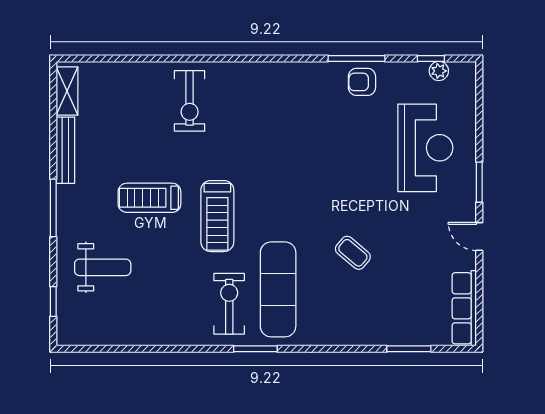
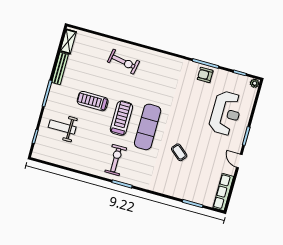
plant: (439, 71) -> (255, 83), moved
exercise bike: (190, 101) -> (123, 62), turned -80
treadmill: (217, 216) -> (121, 118), turned 180
weight bench: (103, 267) -> (62, 127), turned 180
exercise mat: (278, 289) -> (148, 127), moved

